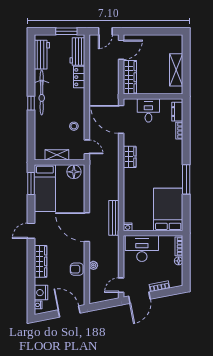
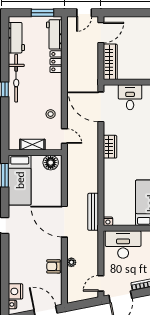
wardrobe: (41, 261) -> (15, 258), removed

